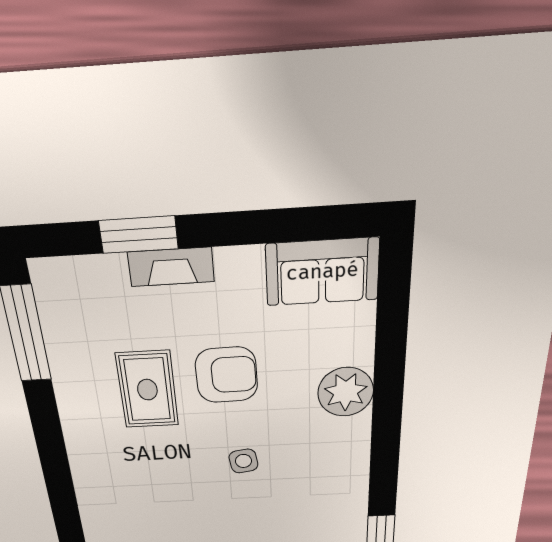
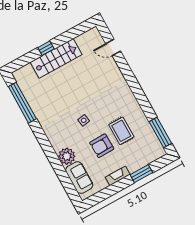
fireplace: (171, 267) -> (118, 176), moved
sofa: (322, 272) -> (79, 178), moved, turned 90

